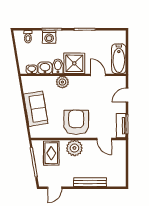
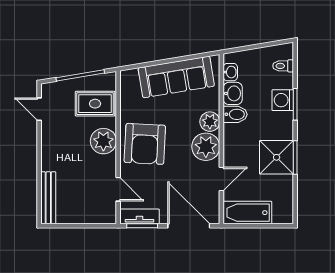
shower: (74, 63) -> (277, 157), moved
plant: (78, 85) -> (206, 147), added
door: (127, 95) -> (189, 226), width x1.87
sofa: (36, 109) -> (176, 77), width x1.36
armchair: (76, 122) -> (145, 144), turned 93
door: (104, 139) -> (118, 189), swing flipped
bench: (90, 182) -> (48, 198), moved

